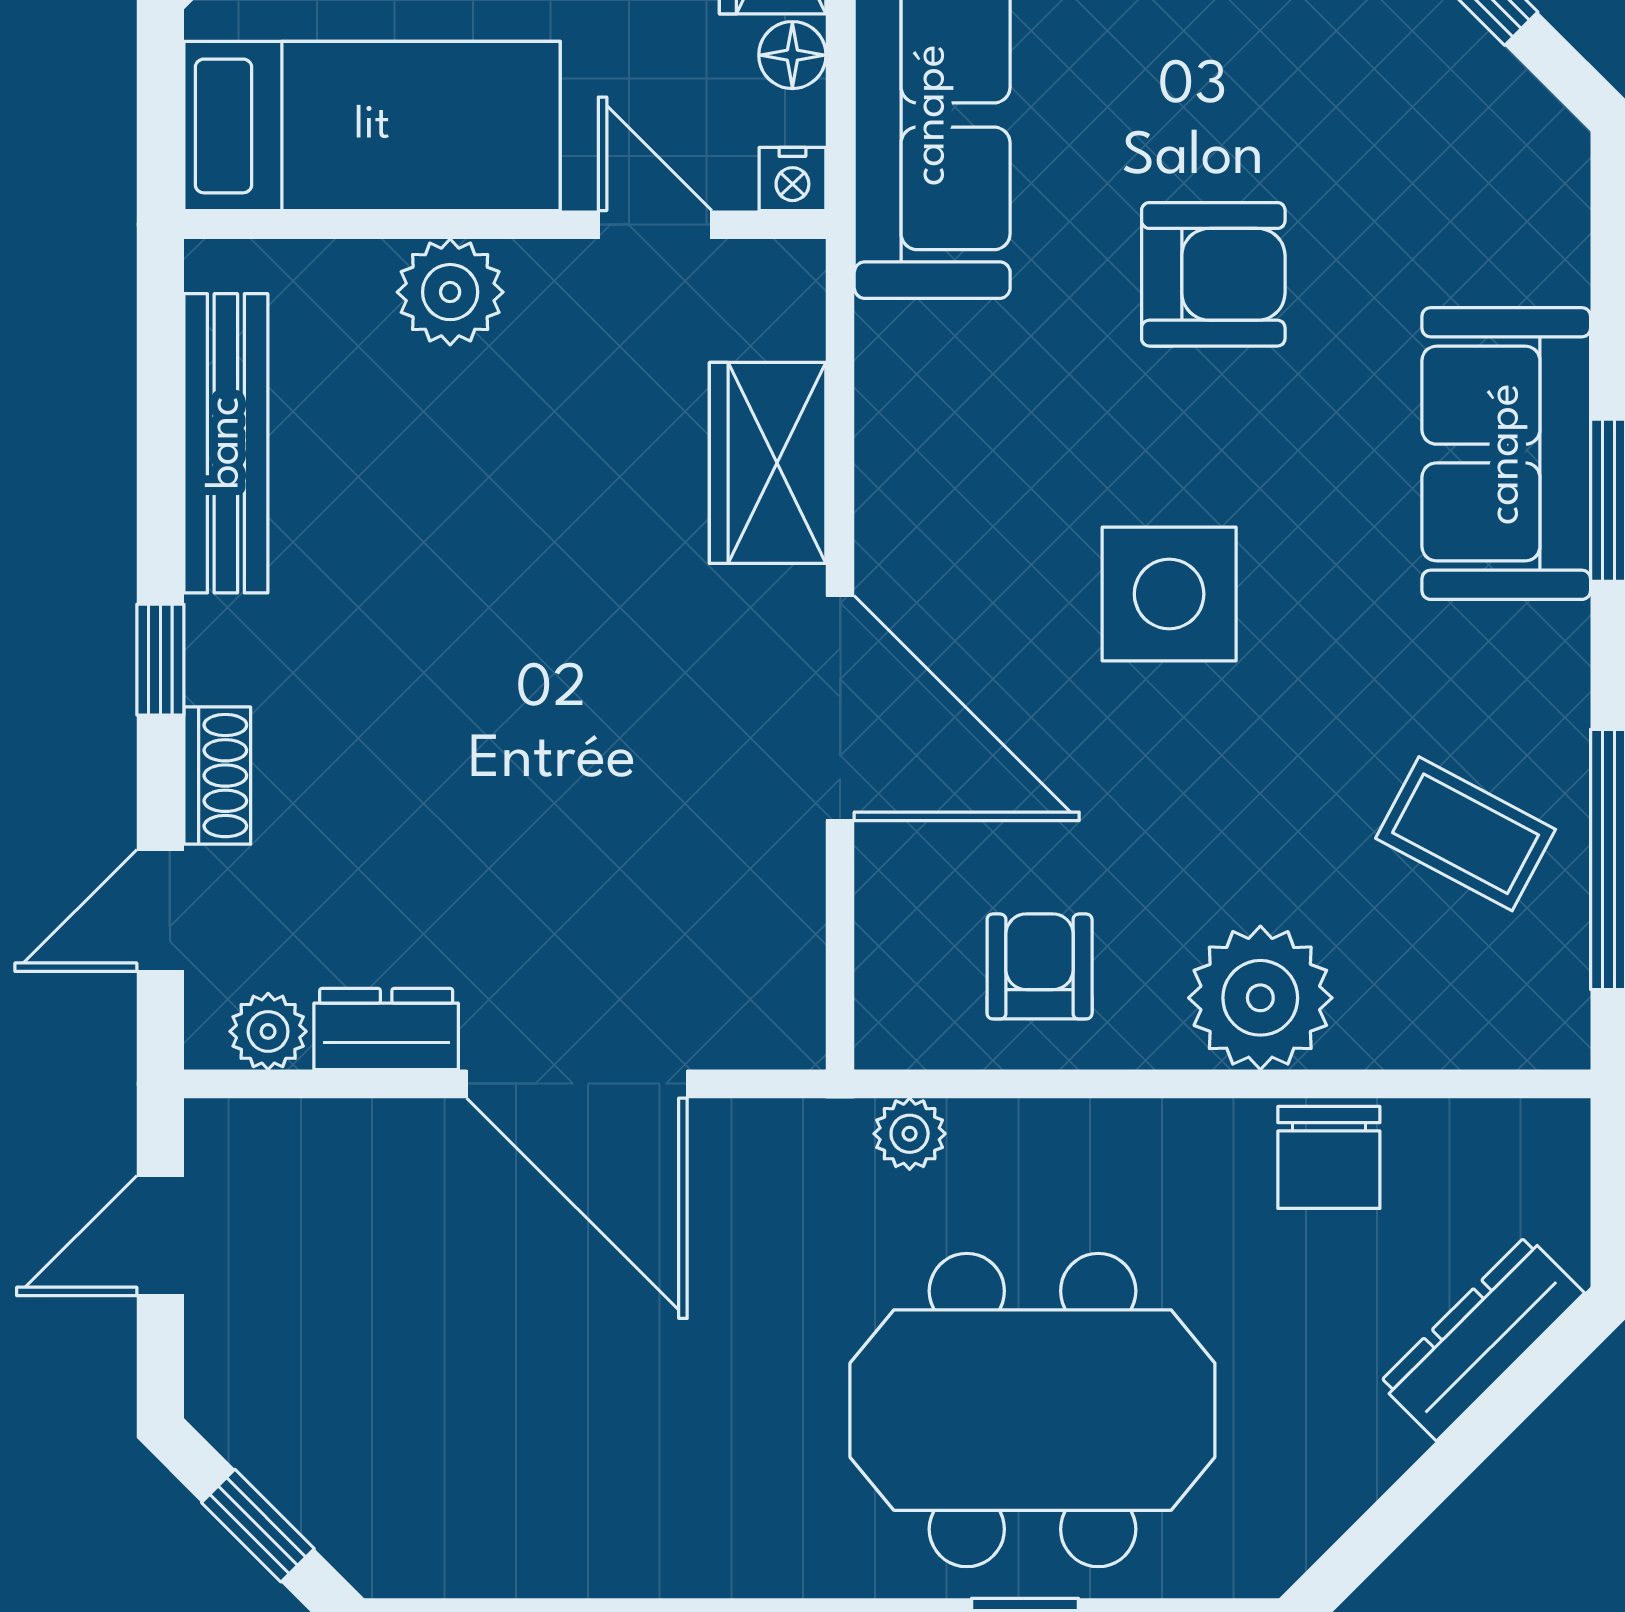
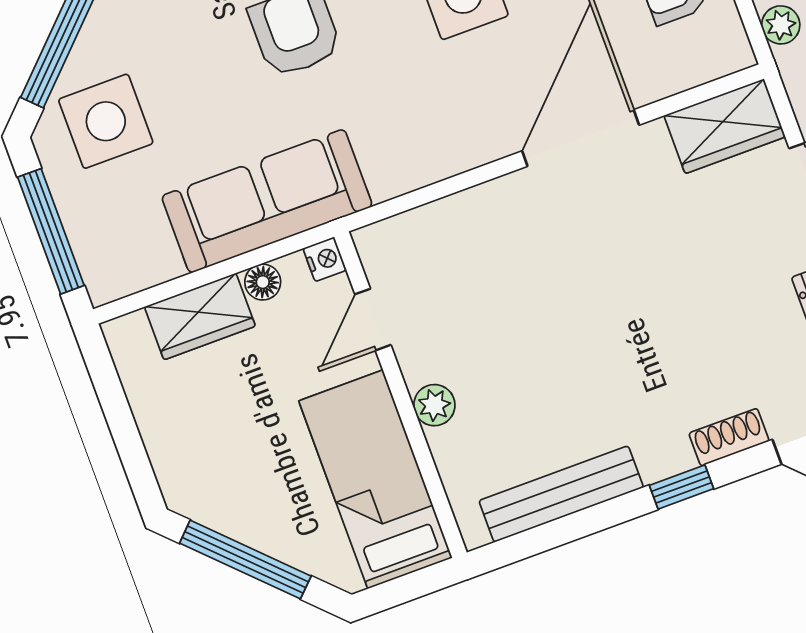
plant: (450, 292) -> (434, 405), width x0.73, depth x0.73
wardrobe: (768, 463) -> (725, 126), moved

